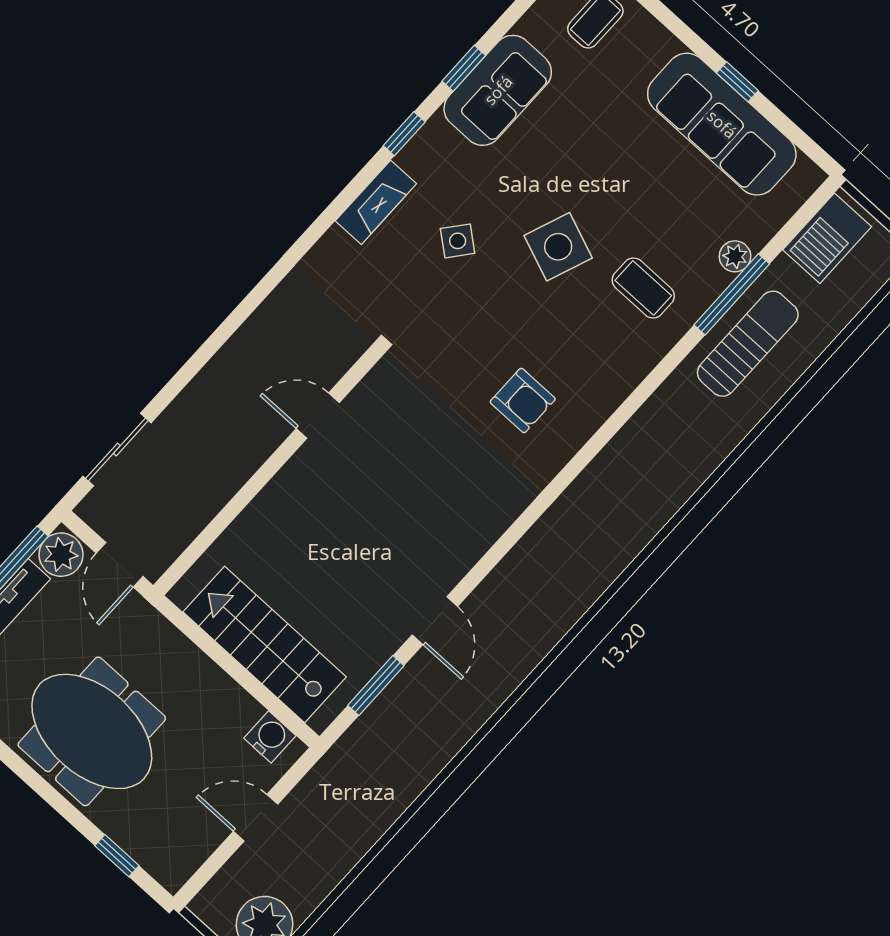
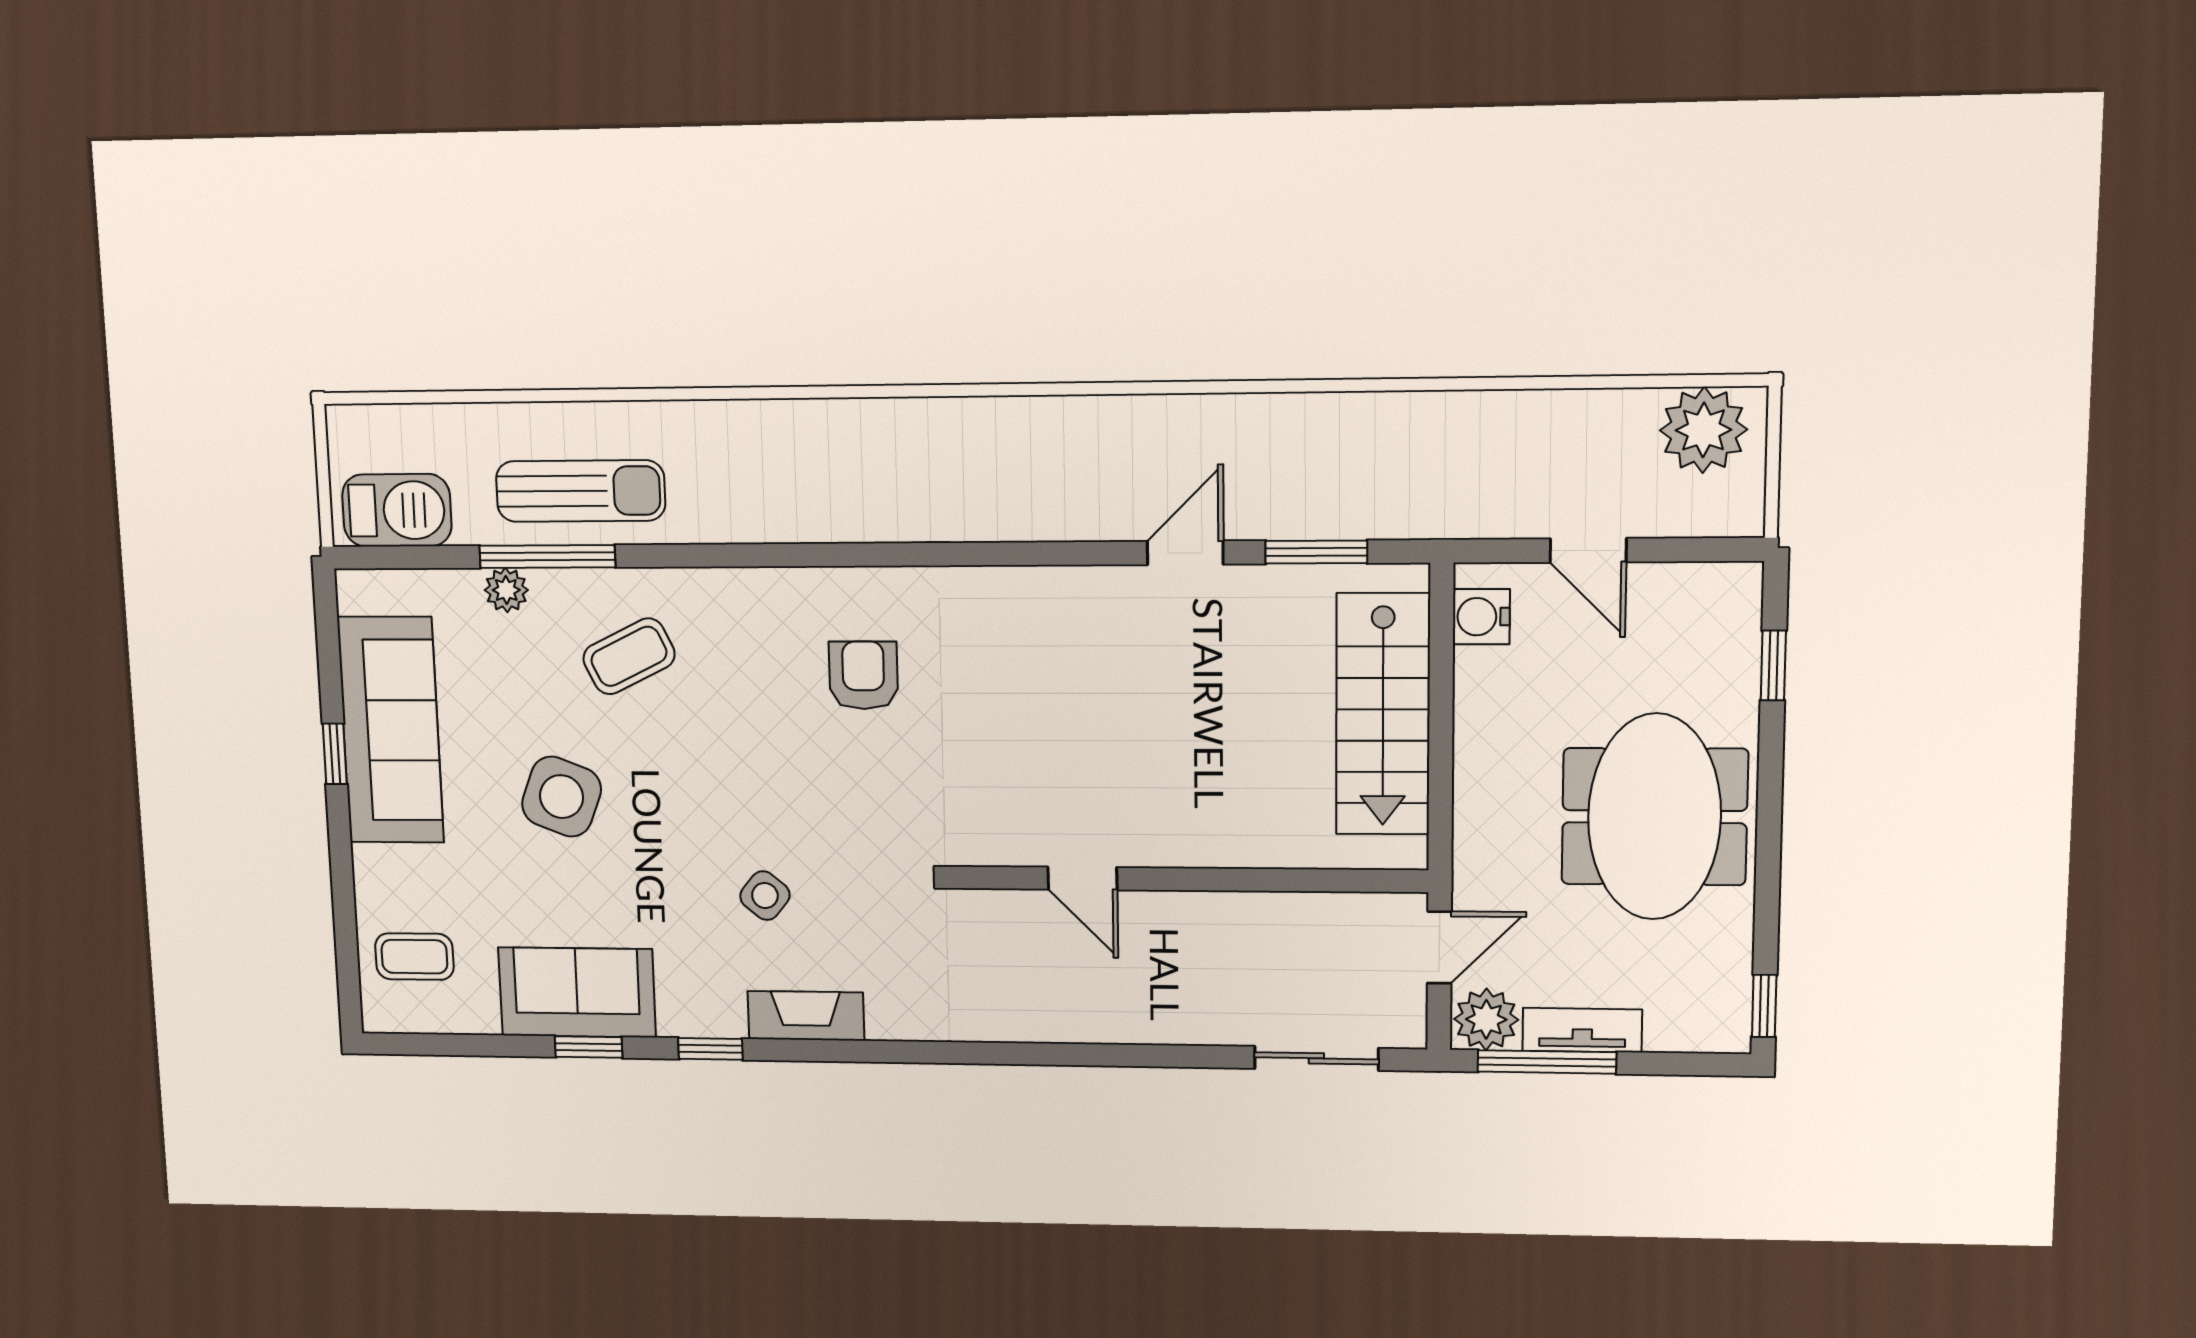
side table: (558, 247) -> (561, 797), moved
coffee table: (643, 288) -> (629, 656), turned 64
sun lounger: (748, 344) -> (581, 491), turned 180

